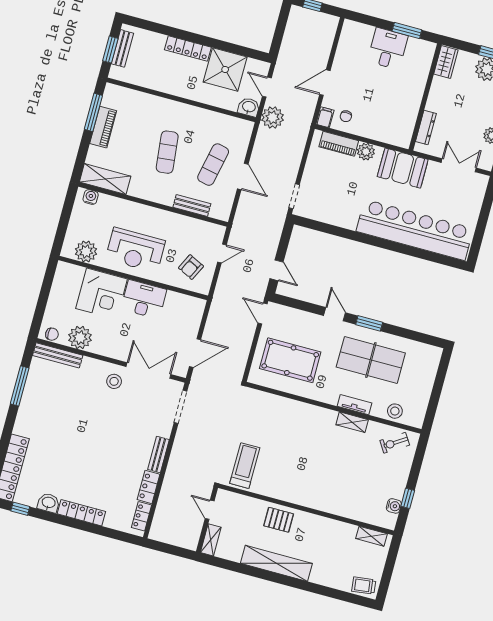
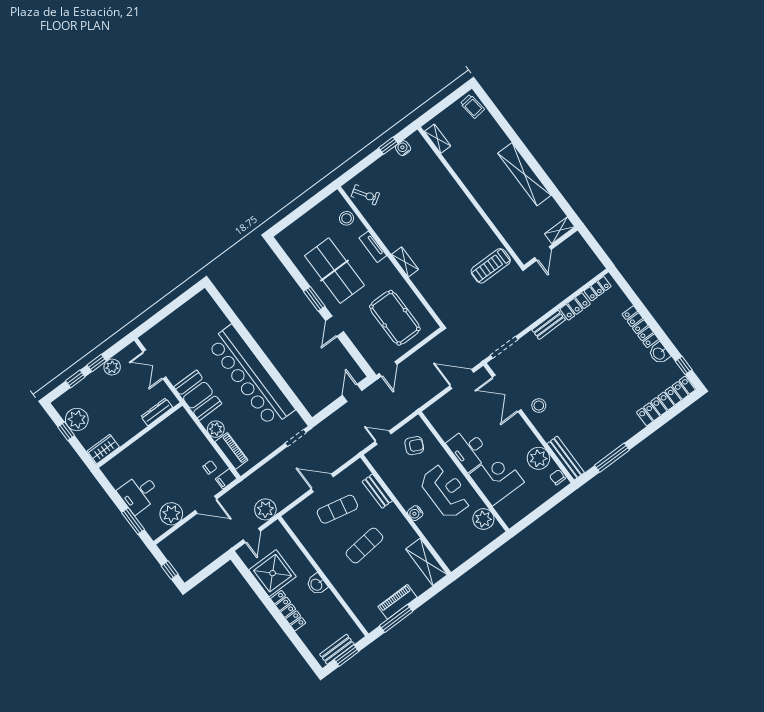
window: (407, 31) -> (133, 521), moved
plant: (348, 53) -> (171, 514), added
washbasin: (249, 107) -> (317, 584), moved
door: (243, 176) -> (322, 483), hinge flipped
water cooler: (91, 197) -> (415, 513), moved
bar counter: (415, 230) -> (251, 376), moved
shelving: (352, 422) -> (405, 262), moved
pallet: (279, 520) -> (497, 205), removed

